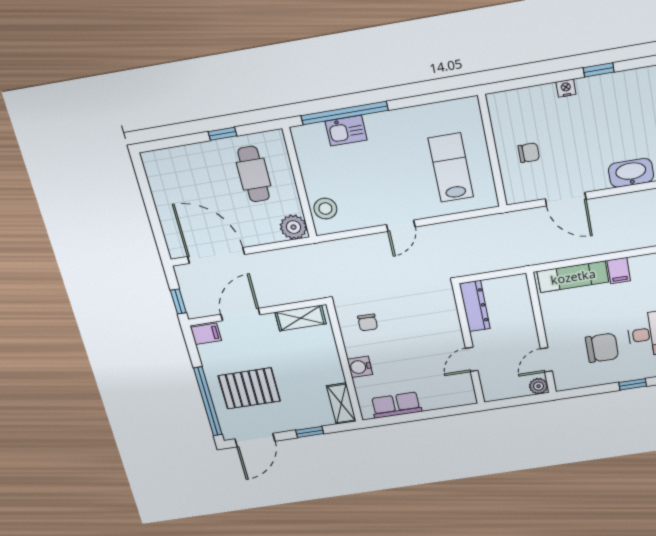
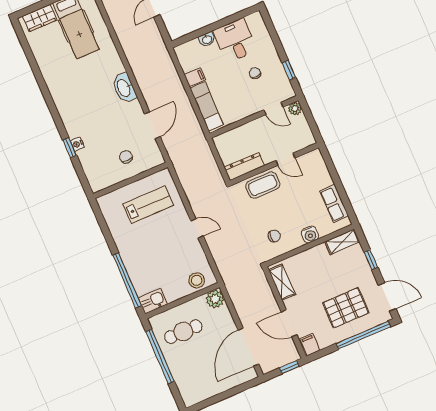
window: (599, 70) -> (70, 148), moved
kitchen sink: (346, 131) -> (153, 301), moved, turned -90
window: (222, 134) -> (160, 356), width x3.17
lab bench: (451, 168) -> (148, 205), turned 180
coffee table: (443, 324) -> (263, 185), added
chair: (602, 348) -> (255, 73), width x0.54, depth x0.54
window: (633, 384) -> (289, 70), moved
pallet: (249, 388) -> (346, 308), turned 90

